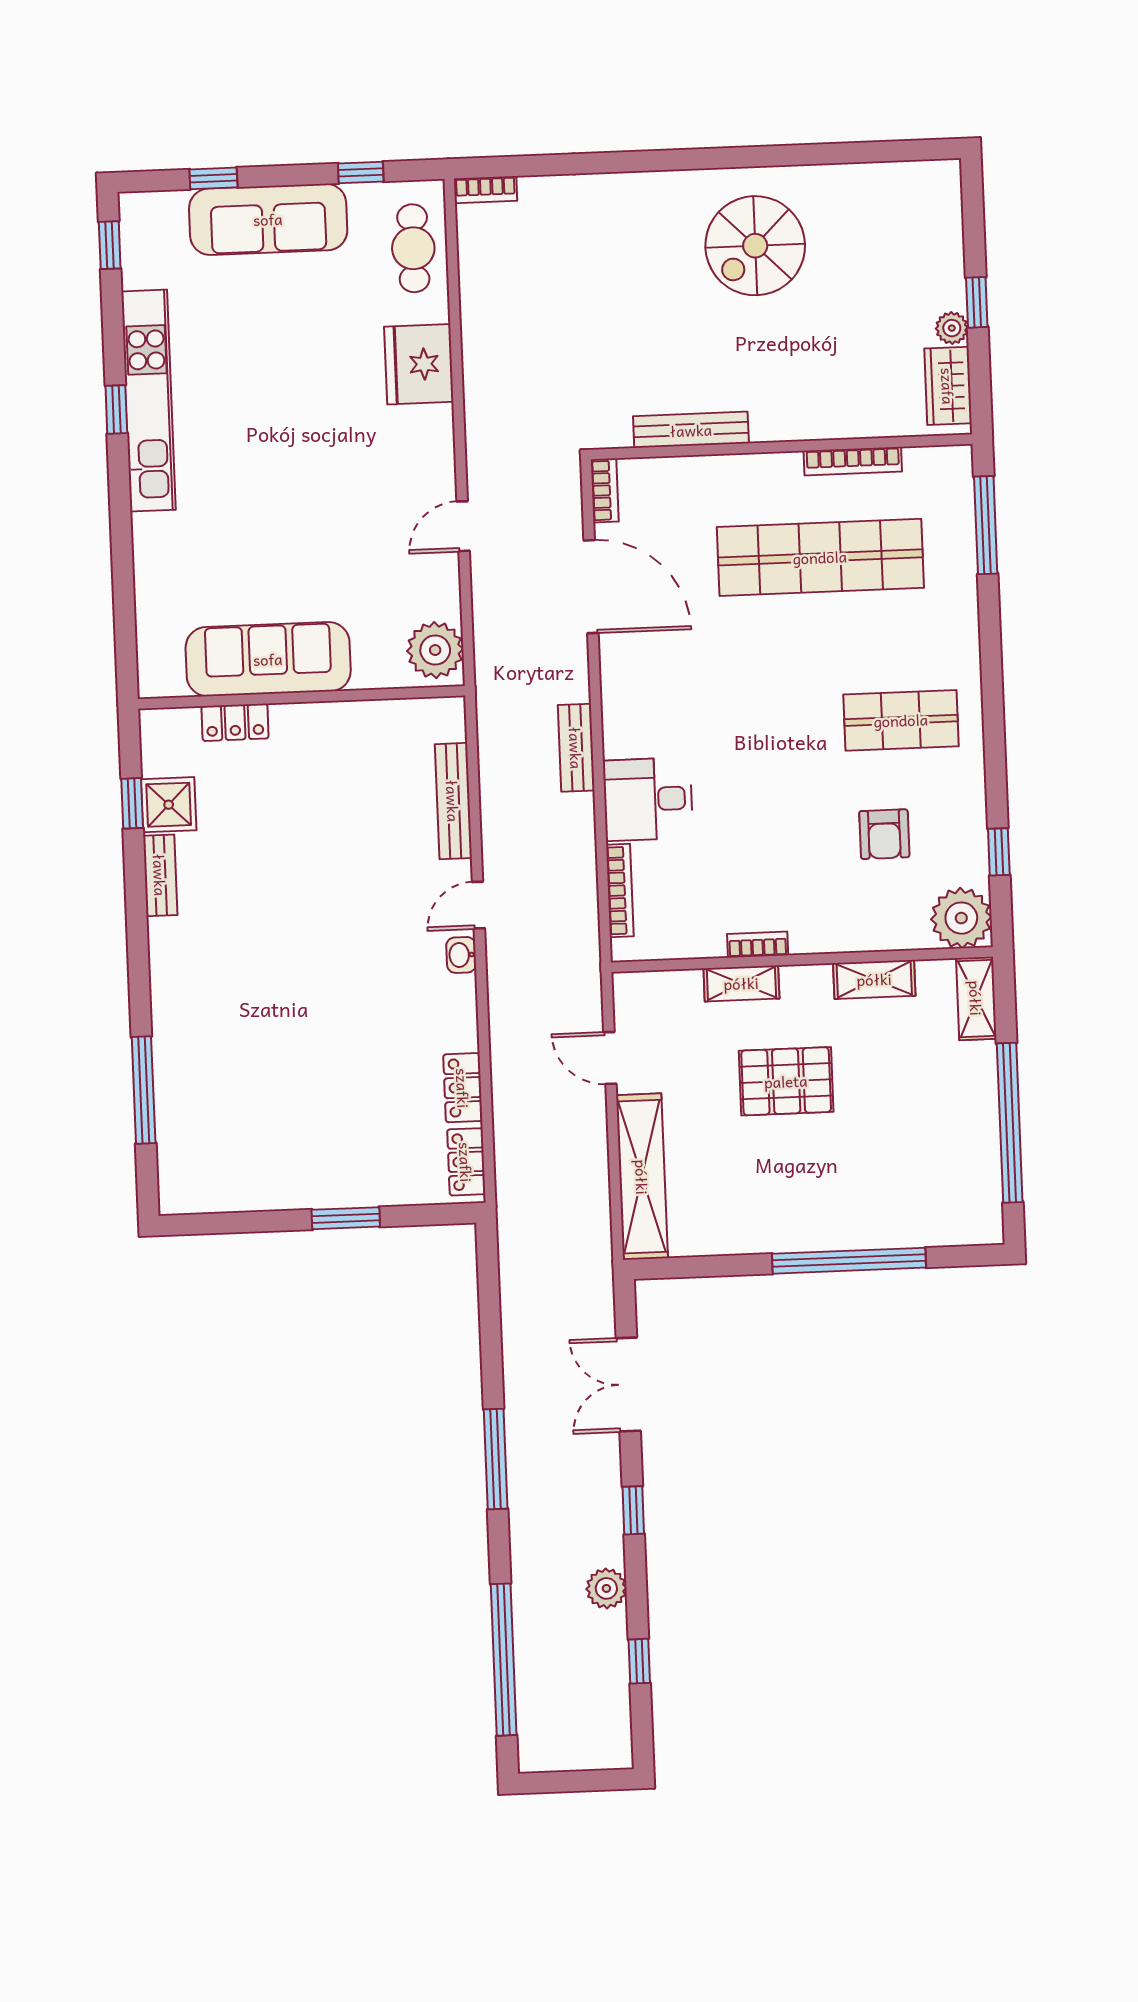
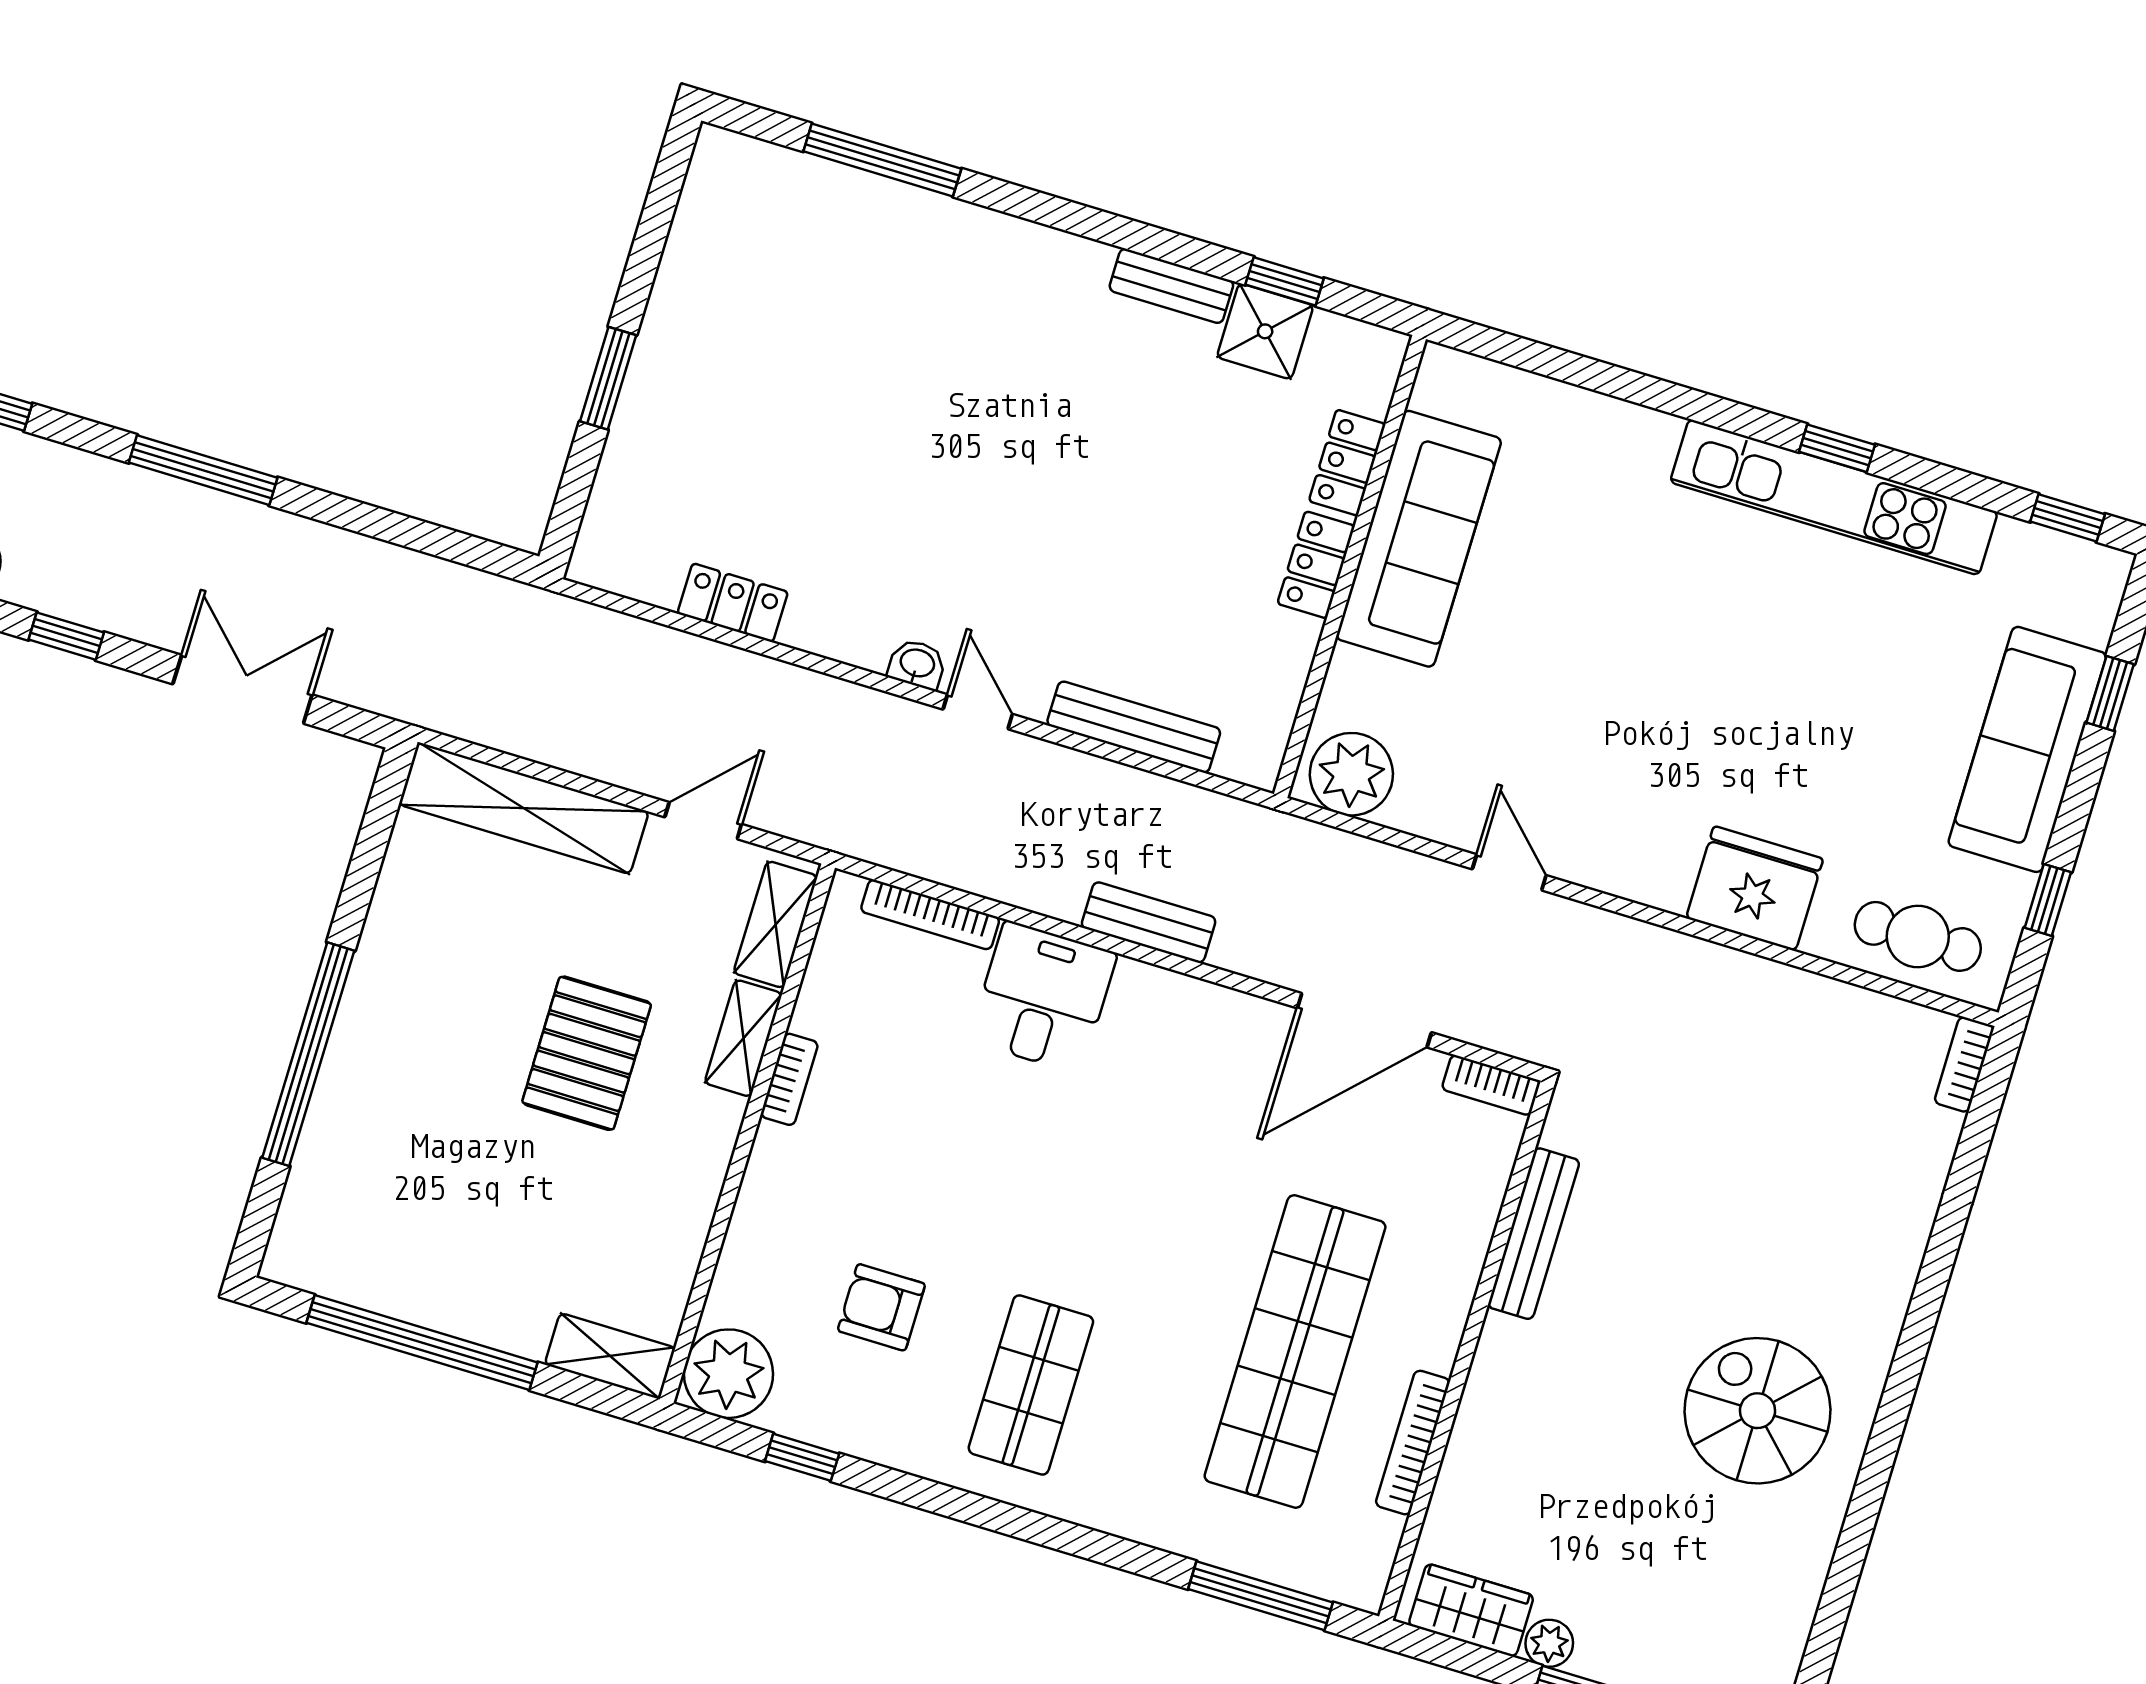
shelving: (874, 979) -> (776, 924), moved
locker: (466, 1162) -> (1316, 565), moved, turned -90

